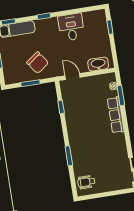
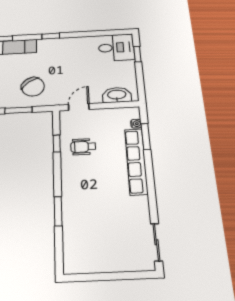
desk: (71, 27) -> (116, 48), moved, turned 90
door: (73, 77) -> (79, 107), hinge flipped
row of seats: (116, 115) -> (136, 161), width x1.36
wheelchair: (86, 182) -> (83, 147), moved

